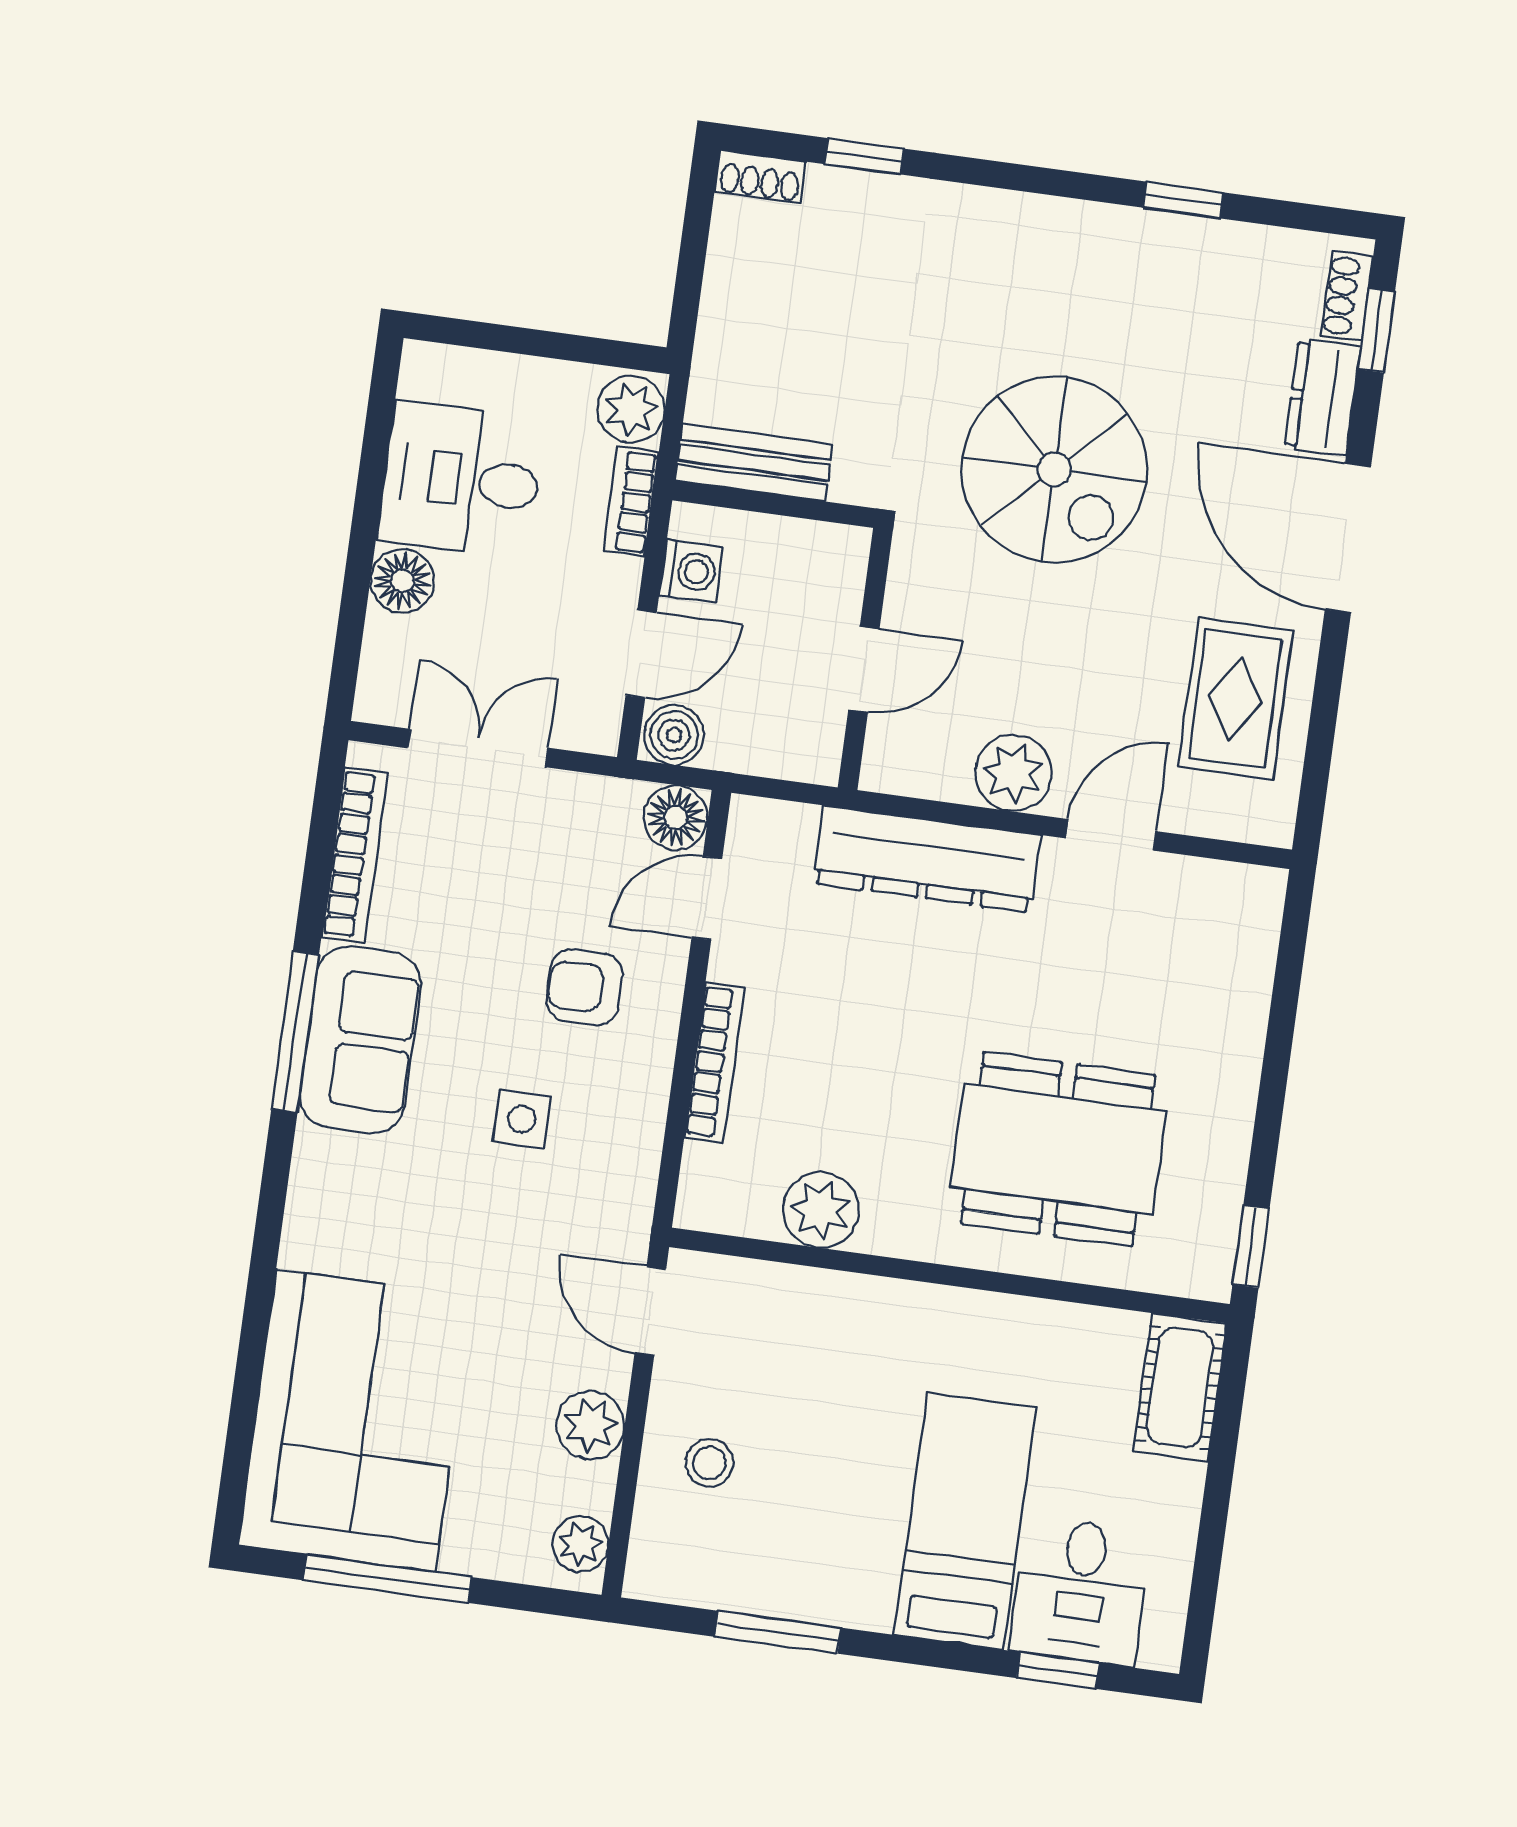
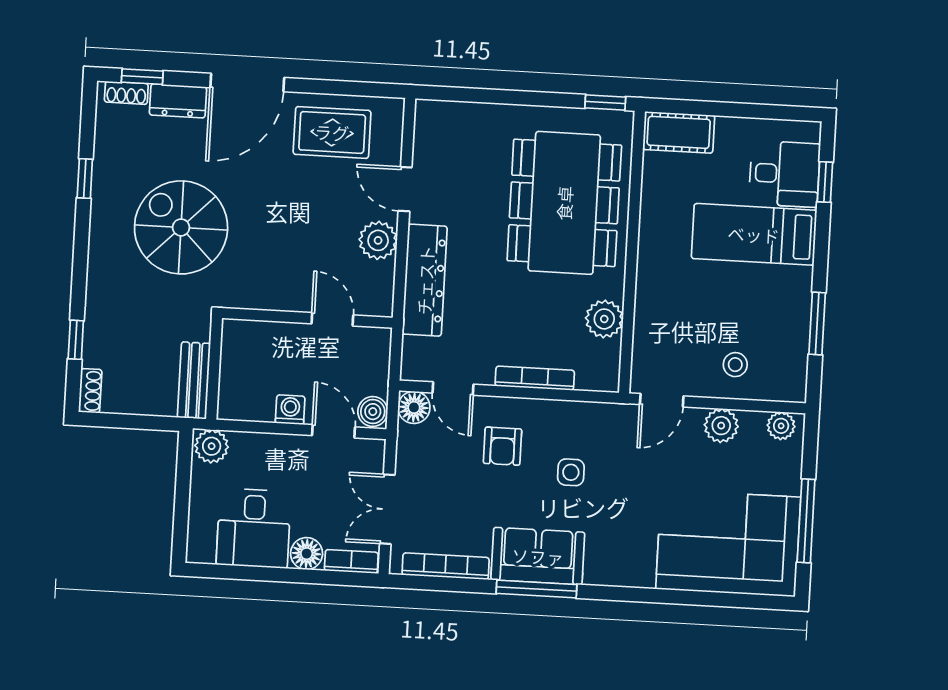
bench: (754, 462) -> (194, 380), moved
spiral stairs: (1054, 469) -> (181, 227), moved, turned -90
bookcase: (631, 502) -> (351, 561), moved, turned 180
wall: (774, 504) -> (214, 369), moved
dining table: (1058, 1149) -> (564, 203), width x1.36, depth x1.24

